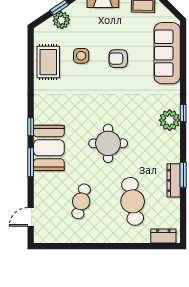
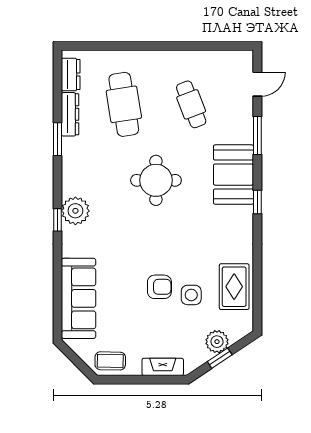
armchair: (118, 59) -> (159, 287), moved
window: (31, 162) -> (257, 135), moved
dresser: (174, 180) -> (70, 114), moved
cafe table: (81, 201) -> (191, 104), turned -36
dresser: (163, 236) -> (71, 75), moved, turned -90

